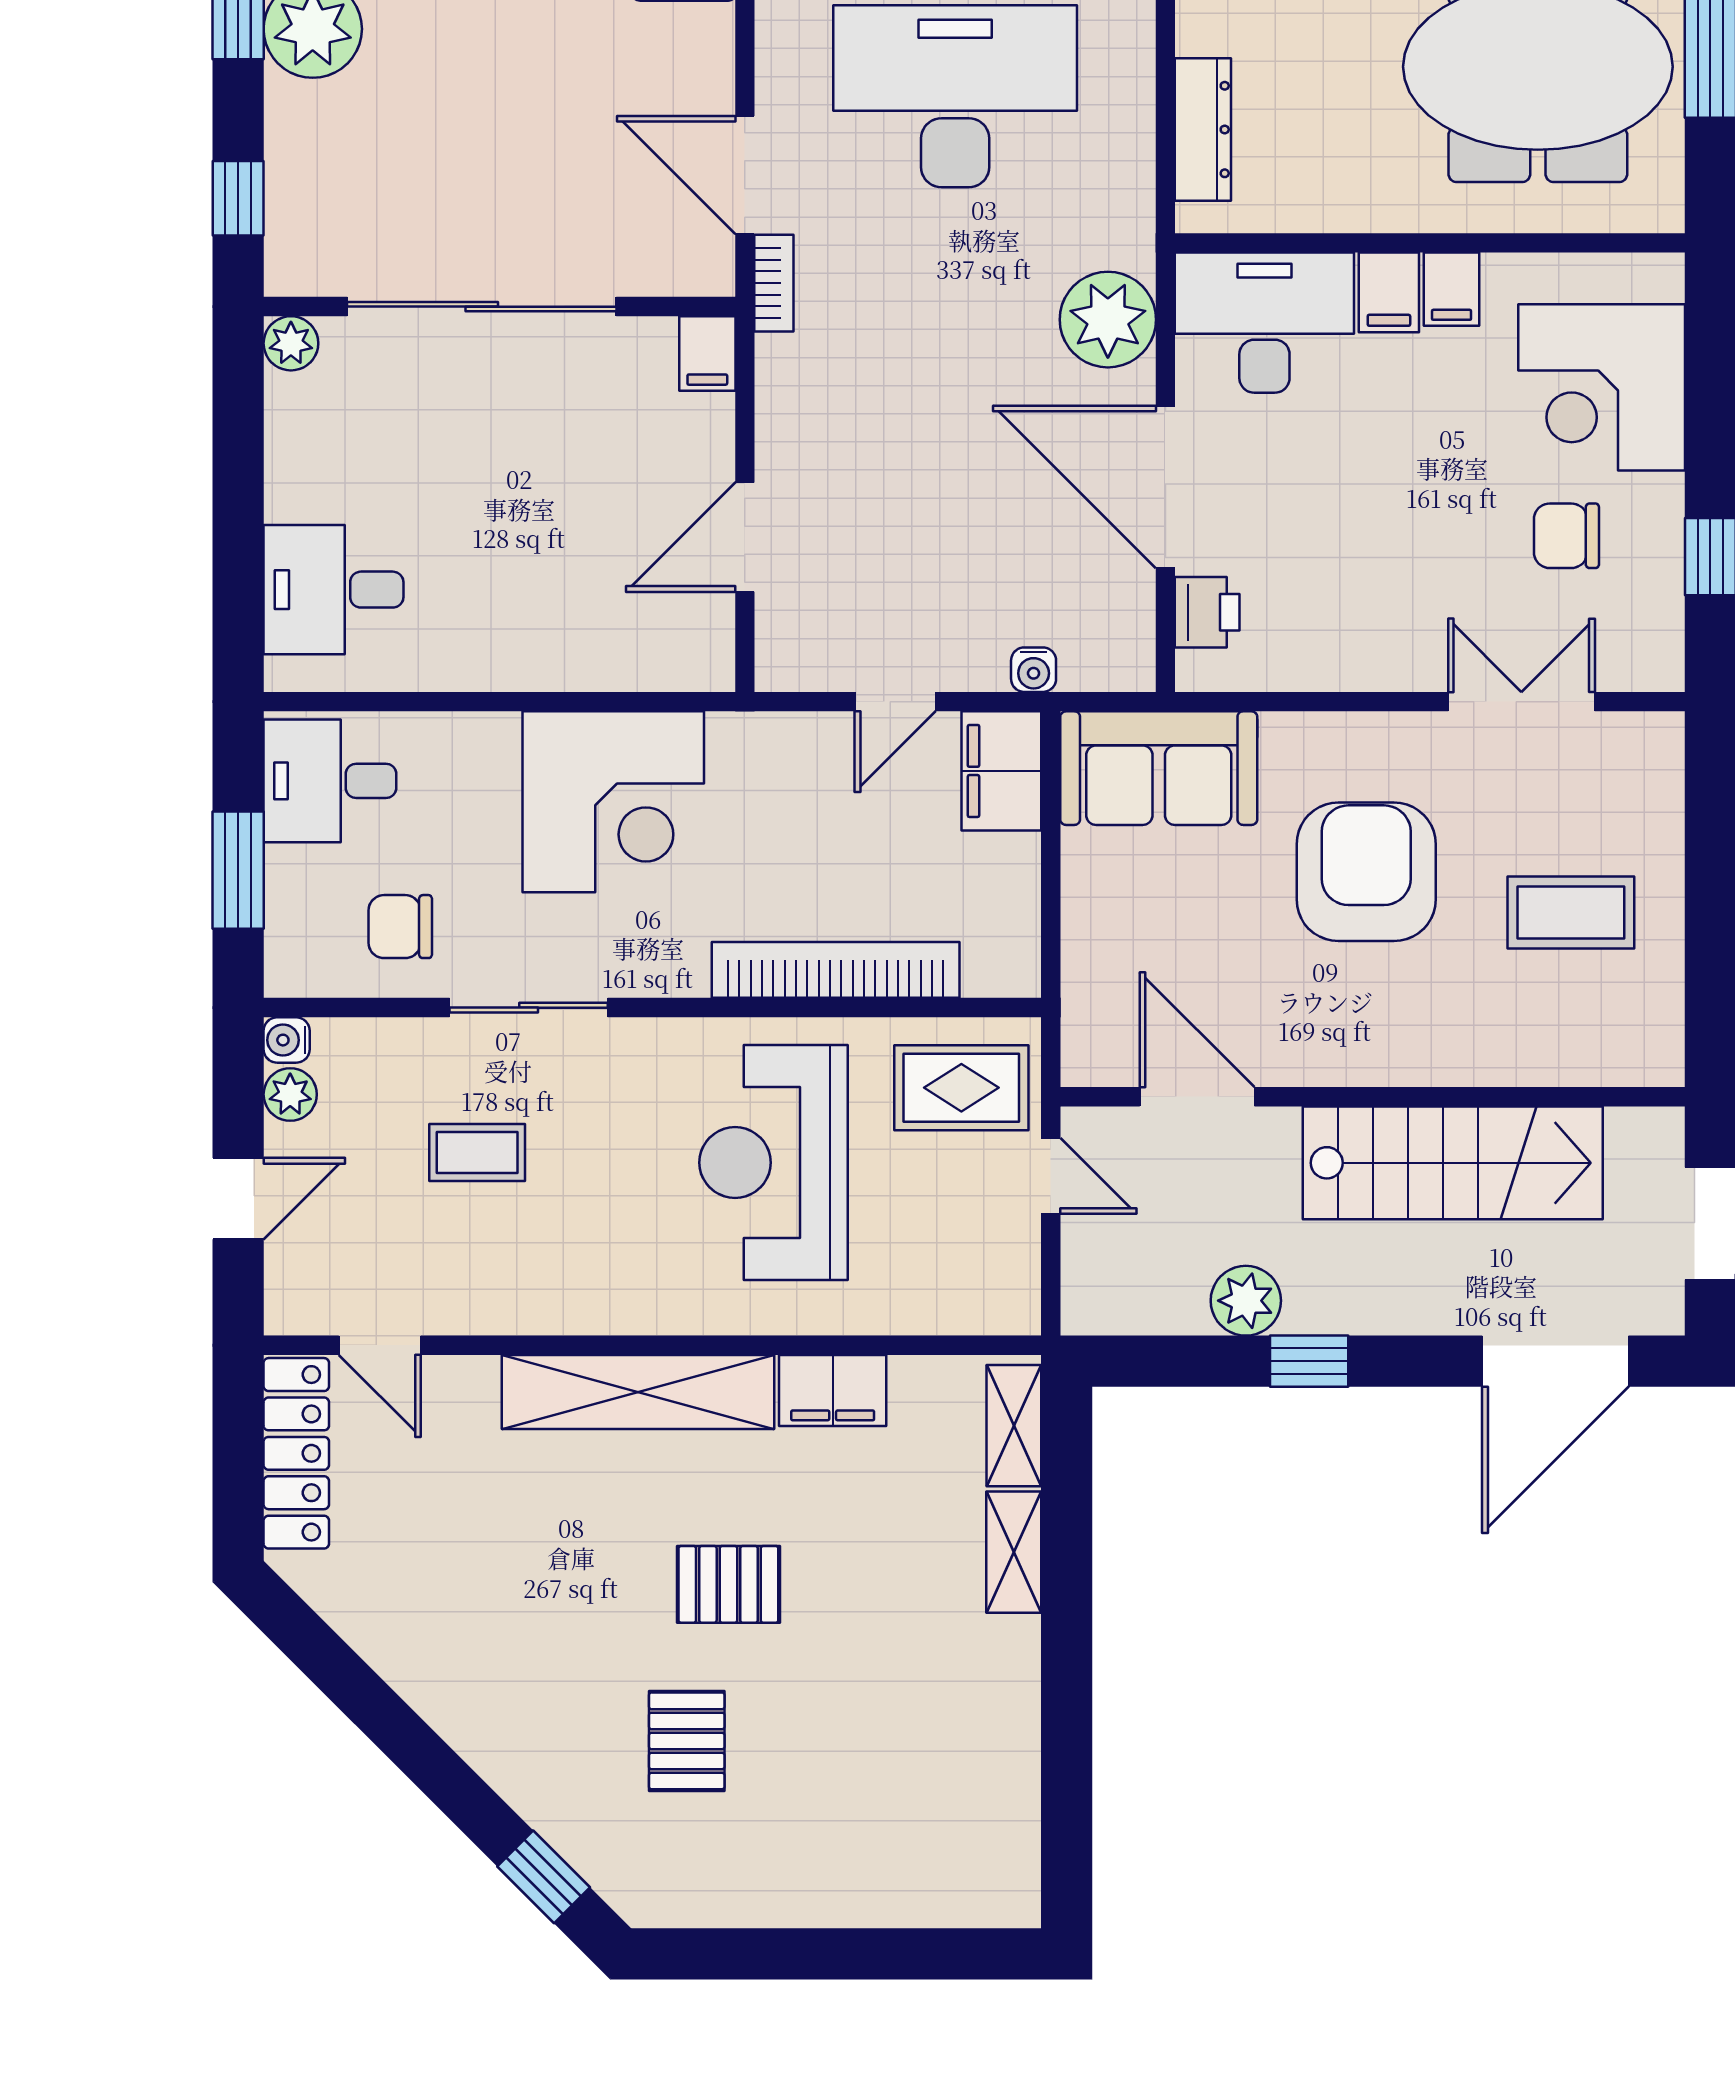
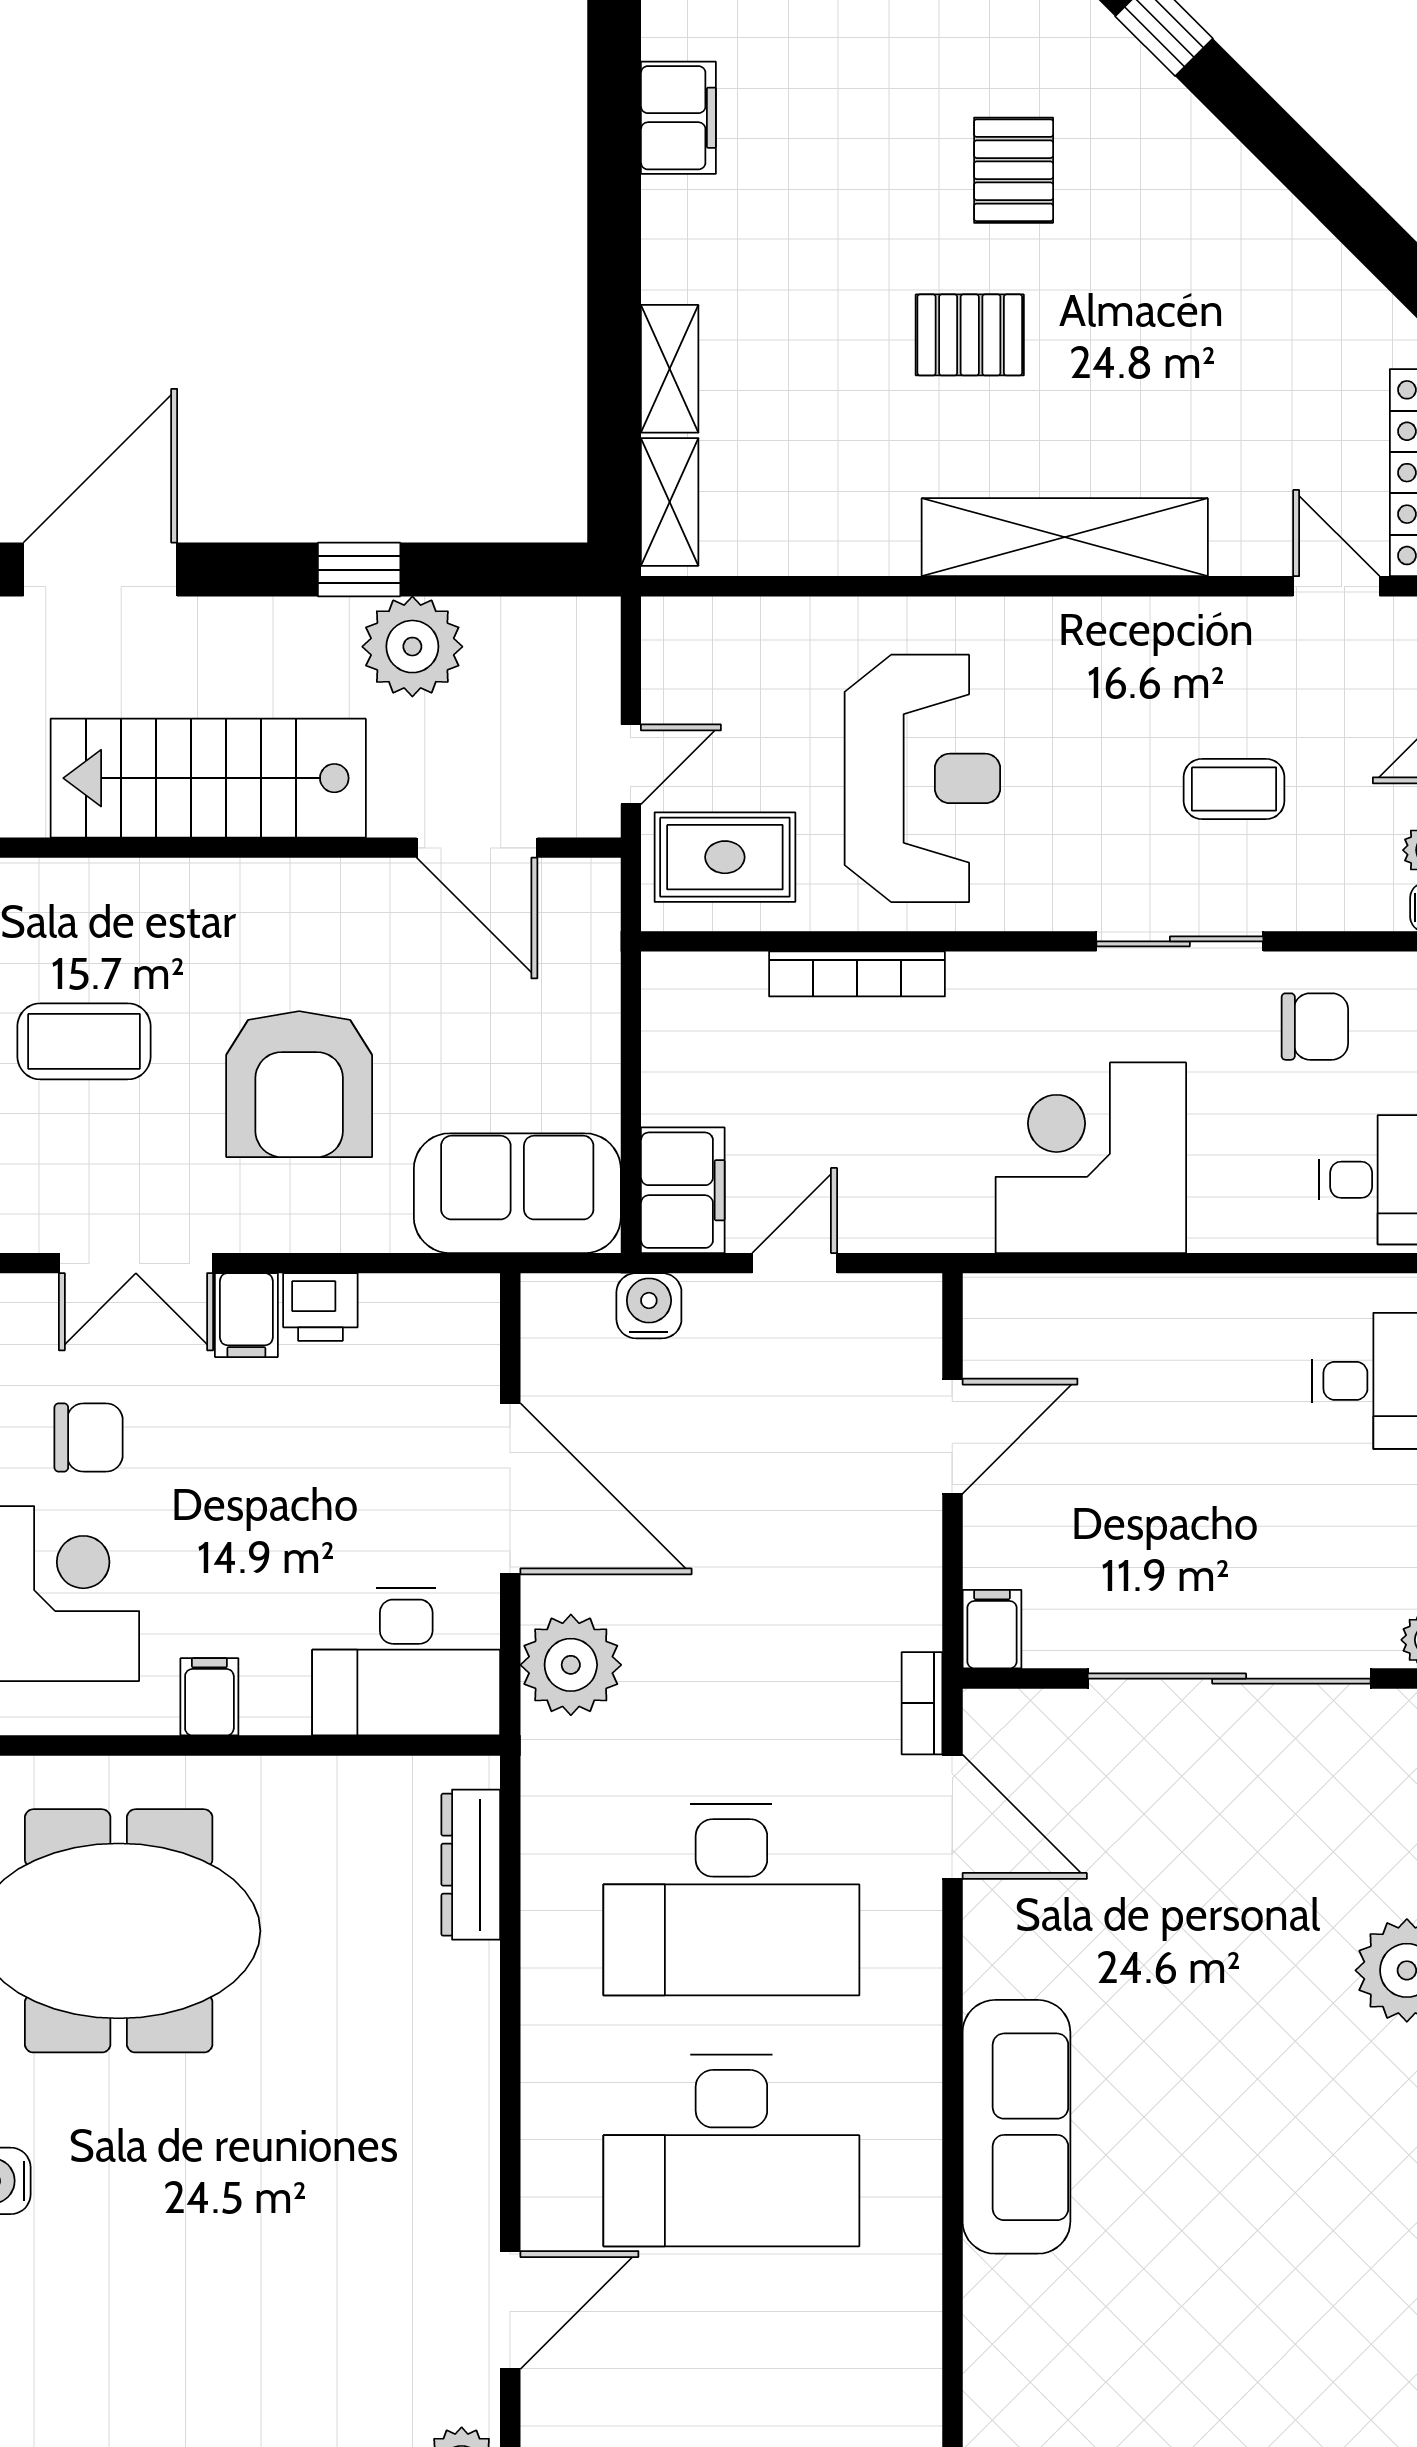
filing cabinet: (1389, 292) -> (246, 1315), moved, turned 180
printer: (1207, 612) -> (320, 1307), moved, turned -90
water cooler: (1034, 670) -> (649, 1306), width x1.38, depth x1.38
bookcase: (836, 970) -> (857, 974), width x0.68, depth x0.76
door: (1051, 1176) -> (631, 764), swing flipped
plant: (1246, 1301) -> (412, 647), width x1.36, depth x1.36
filing cabinet: (833, 1390) -> (678, 118), moved, turned 90

